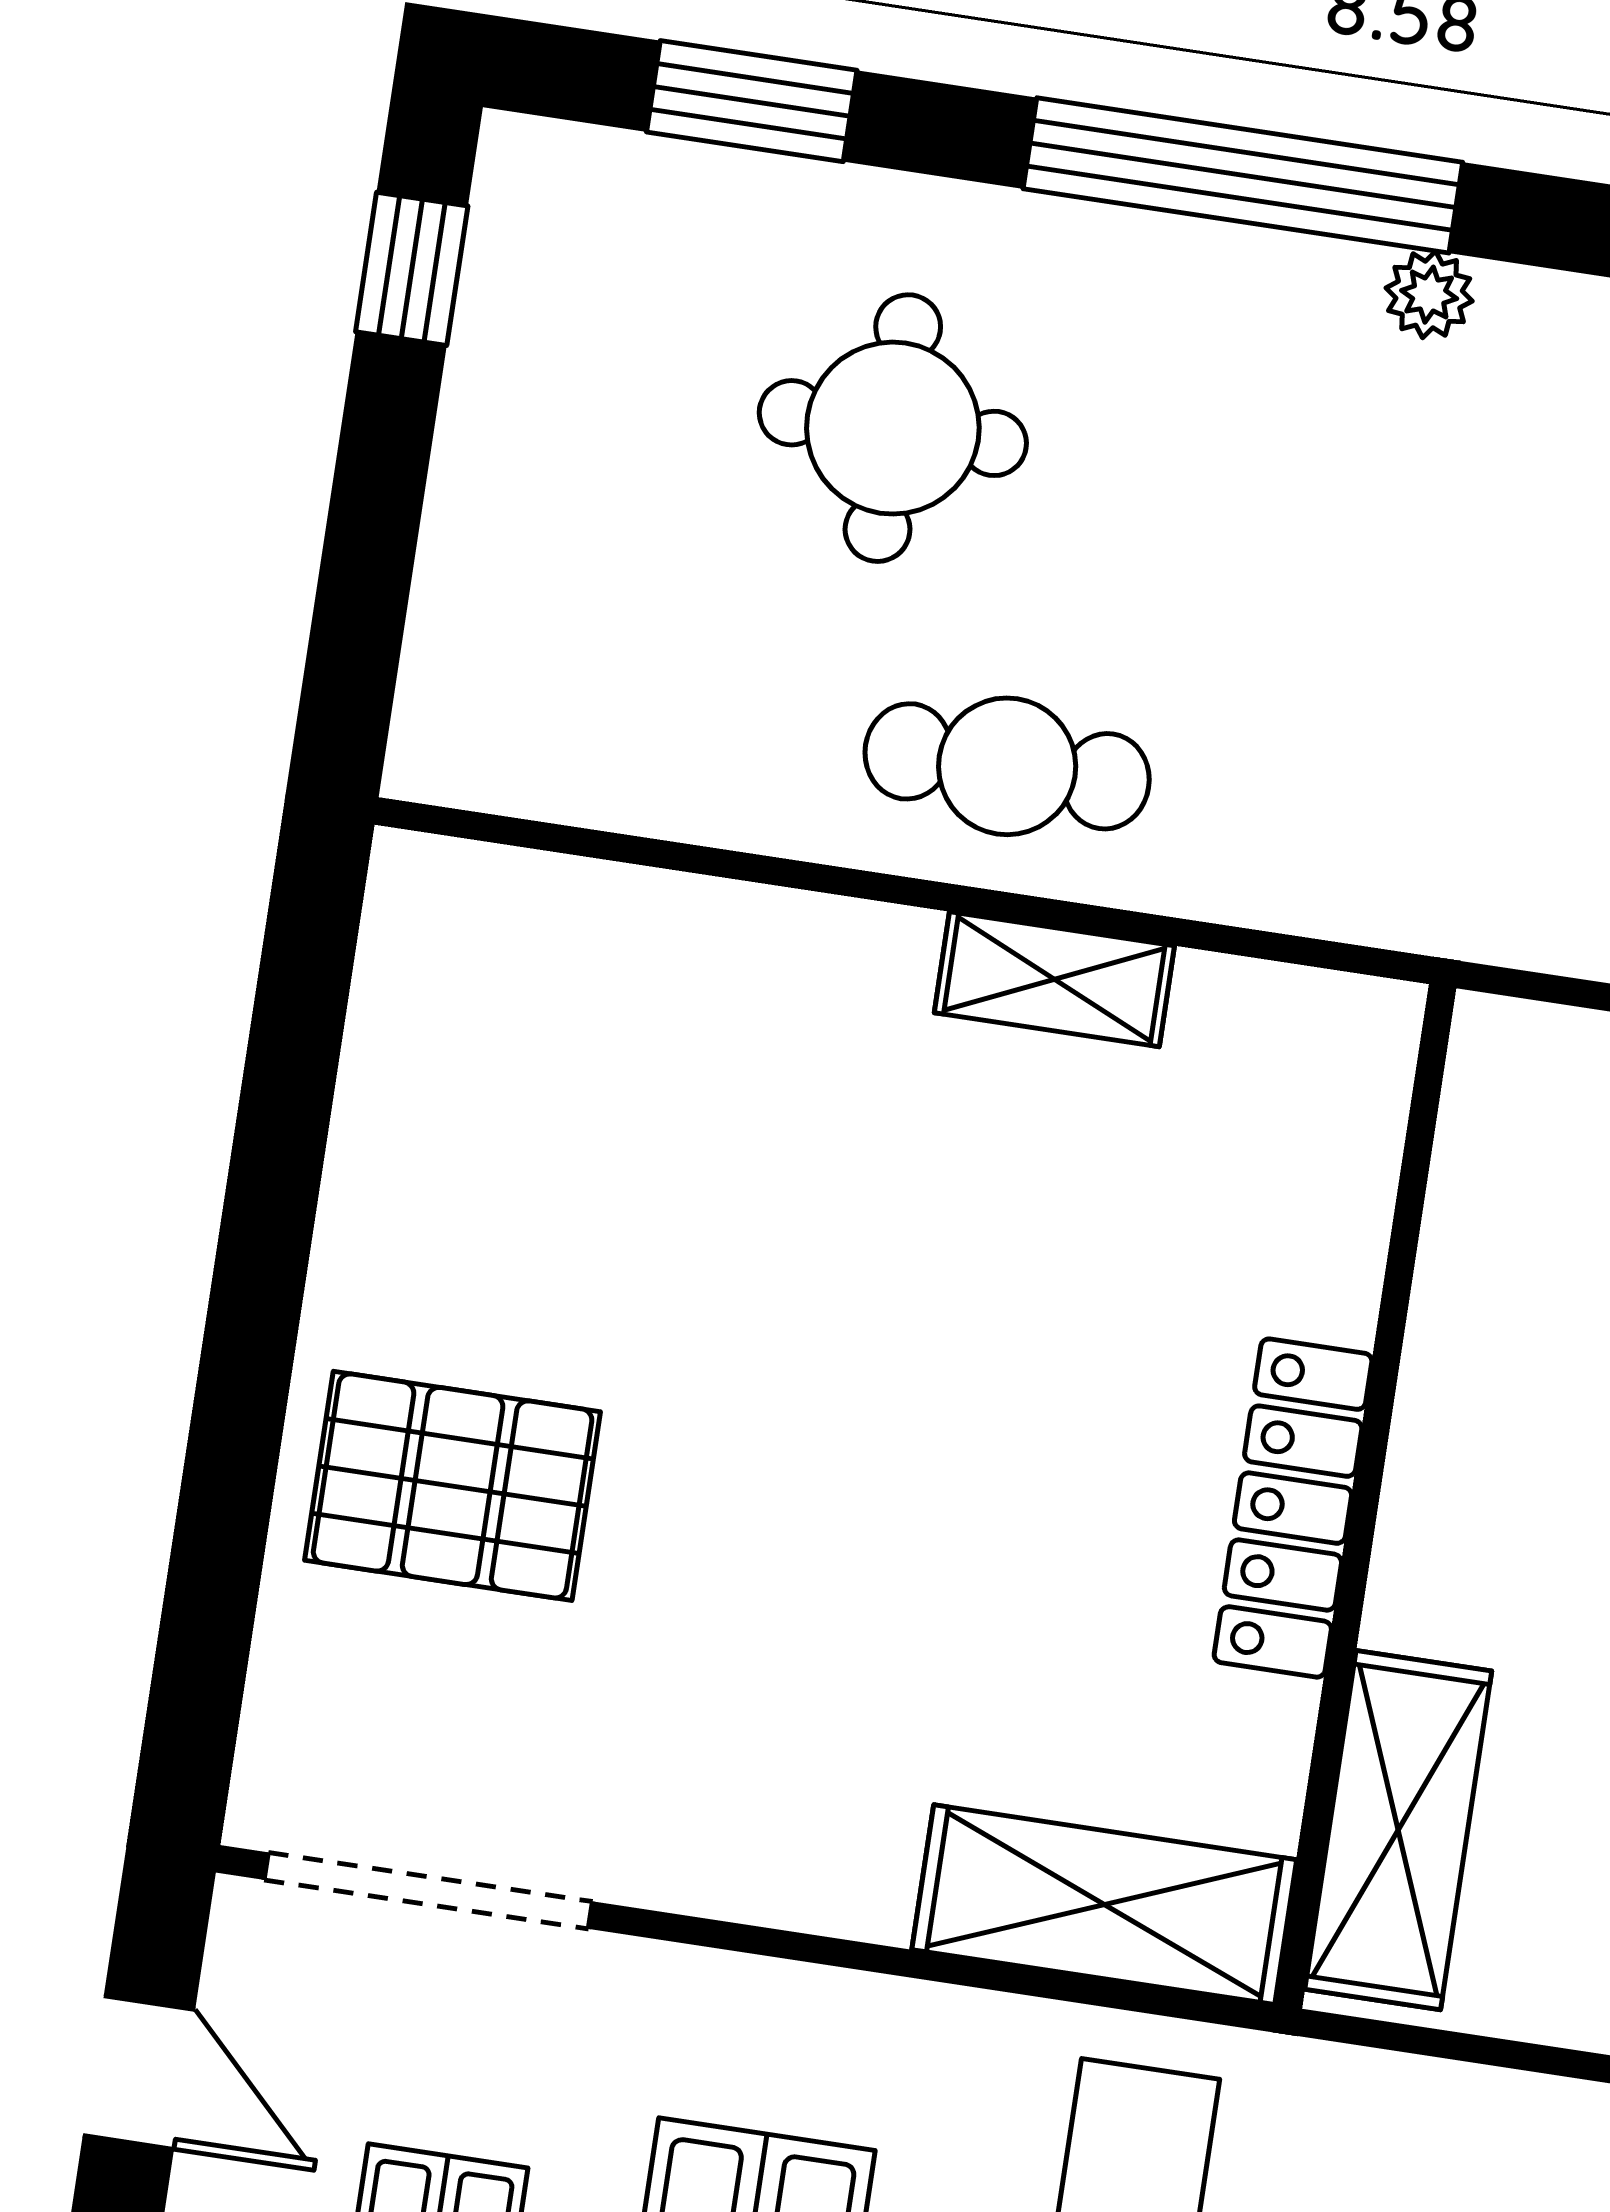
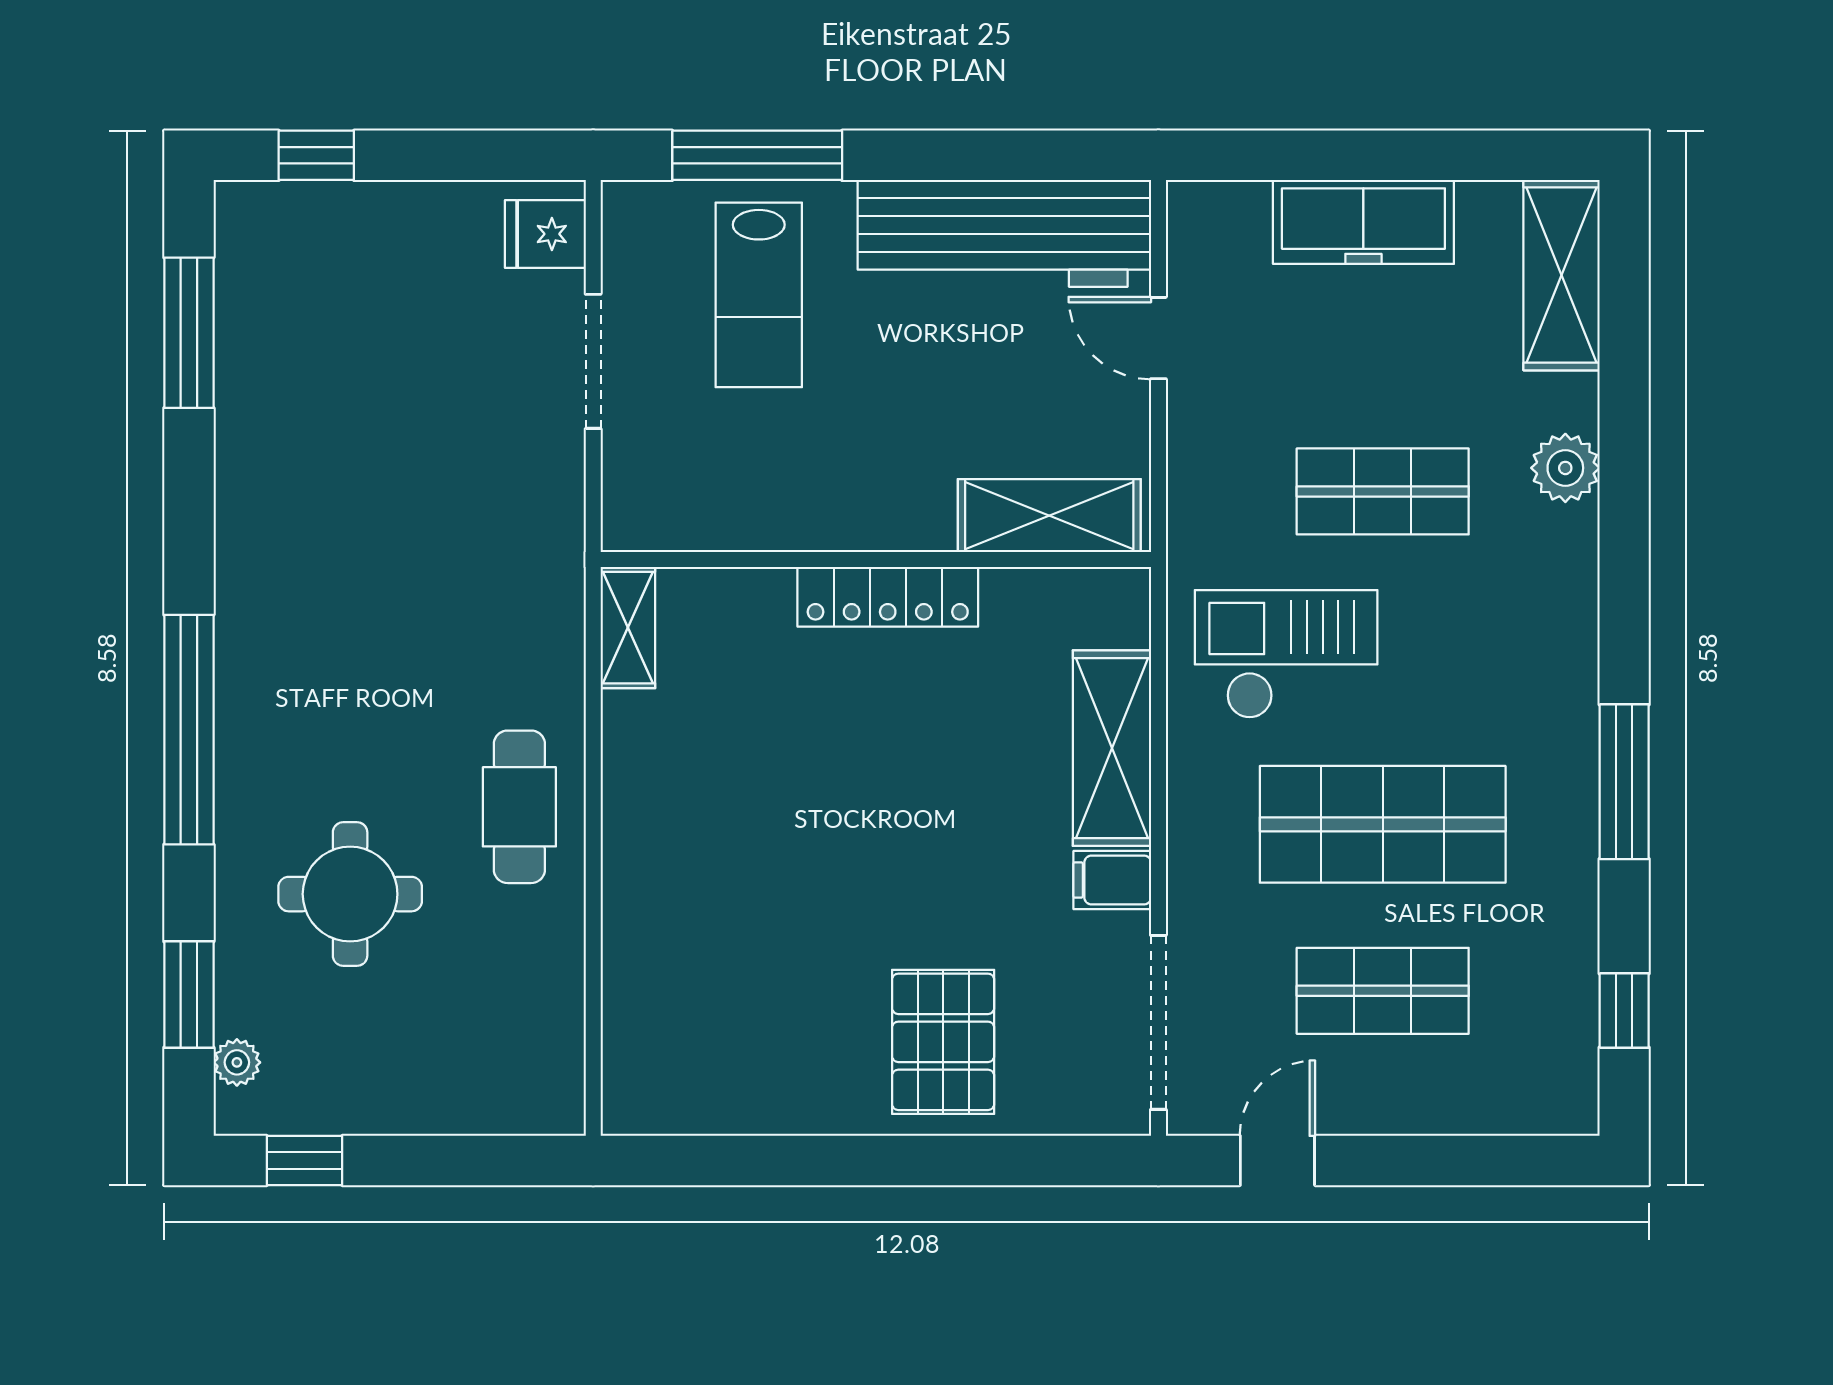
plant: (1429, 295) -> (237, 1062), moved
shelving: (1054, 979) -> (628, 628), moved
filing cabinet: (705, 1845) -> (1112, 880), added
shelving: (1104, 1905) -> (1112, 748), moved

